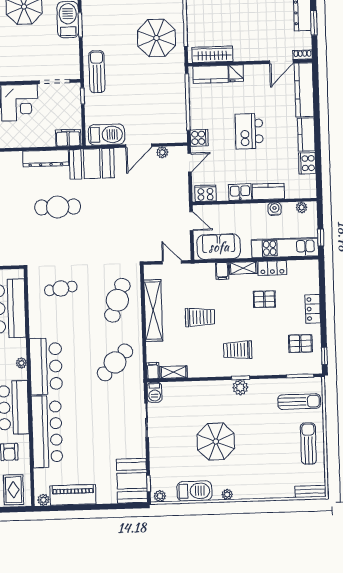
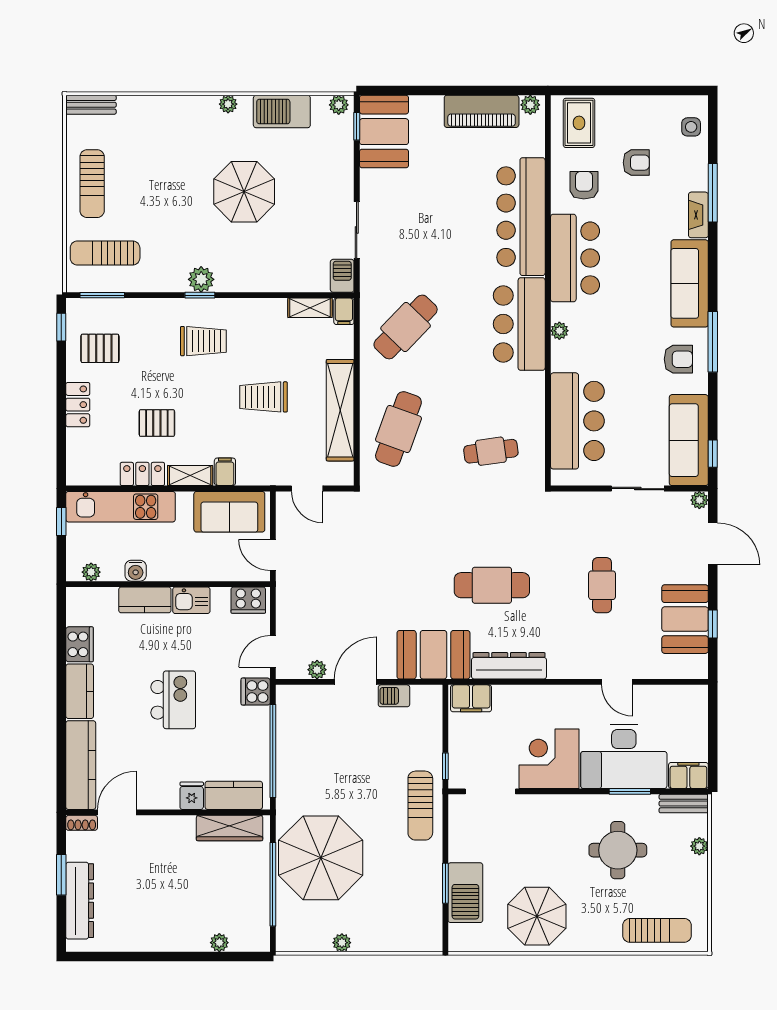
parasol: (157, 38) -> (321, 858), width x1.36, depth x1.36
barbecue: (107, 135) -> (394, 696), width x0.53, depth x0.65

